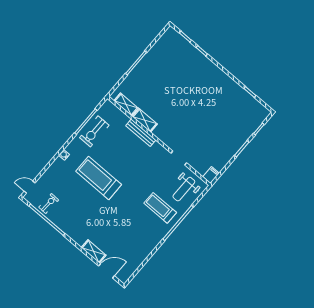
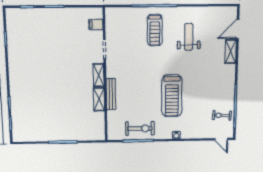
shelving: (126, 104) -> (99, 75), moved
filing cabinet: (211, 175) -> (96, 24), moved
weight bench: (184, 189) -> (189, 37), moved, turned -90
door: (107, 271) -> (238, 29), hinge flipped

